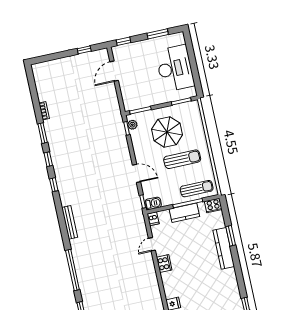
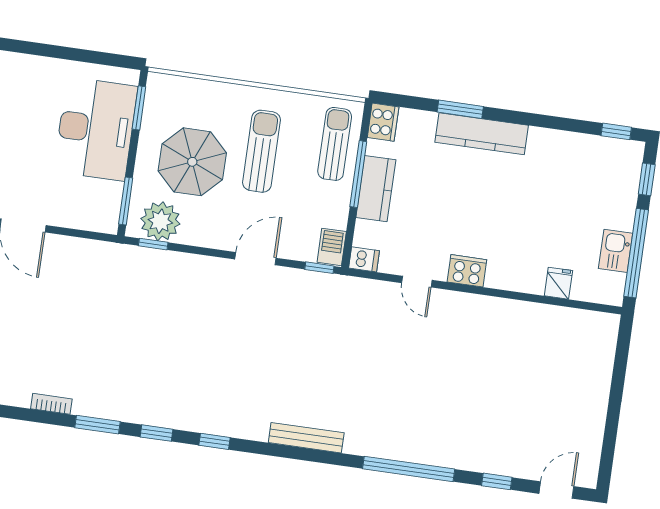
desk: (175, 68) -> (96, 129), moved, turned 90
plant: (132, 125) -> (160, 221), width x1.87, depth x1.87

